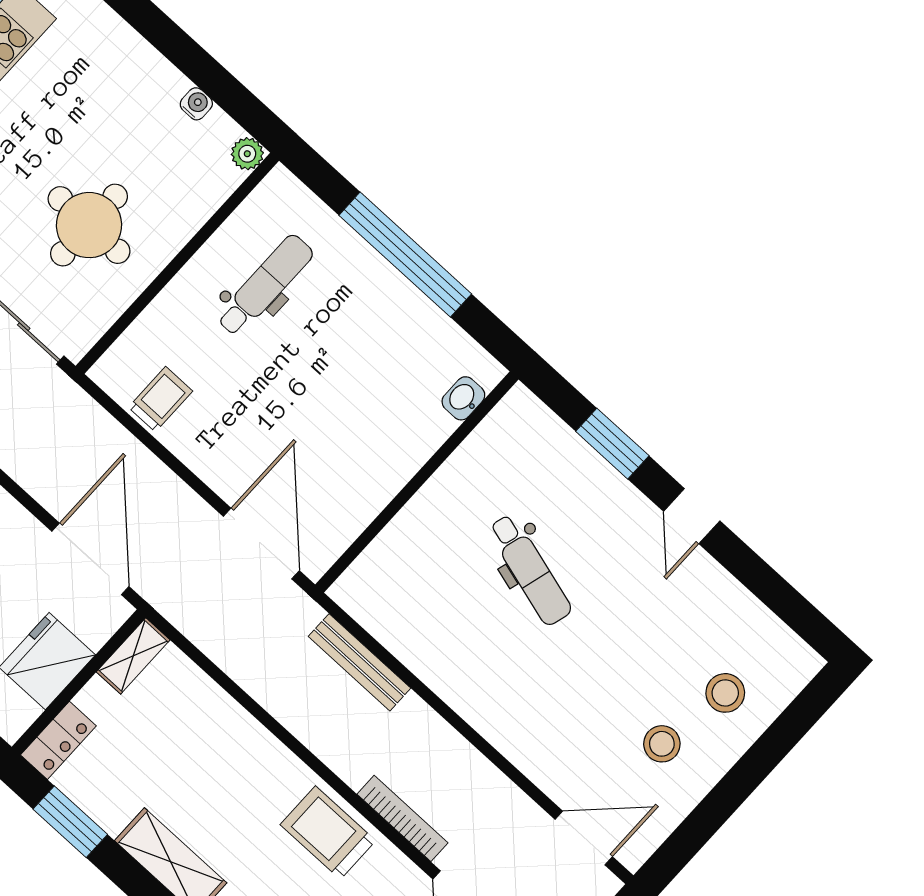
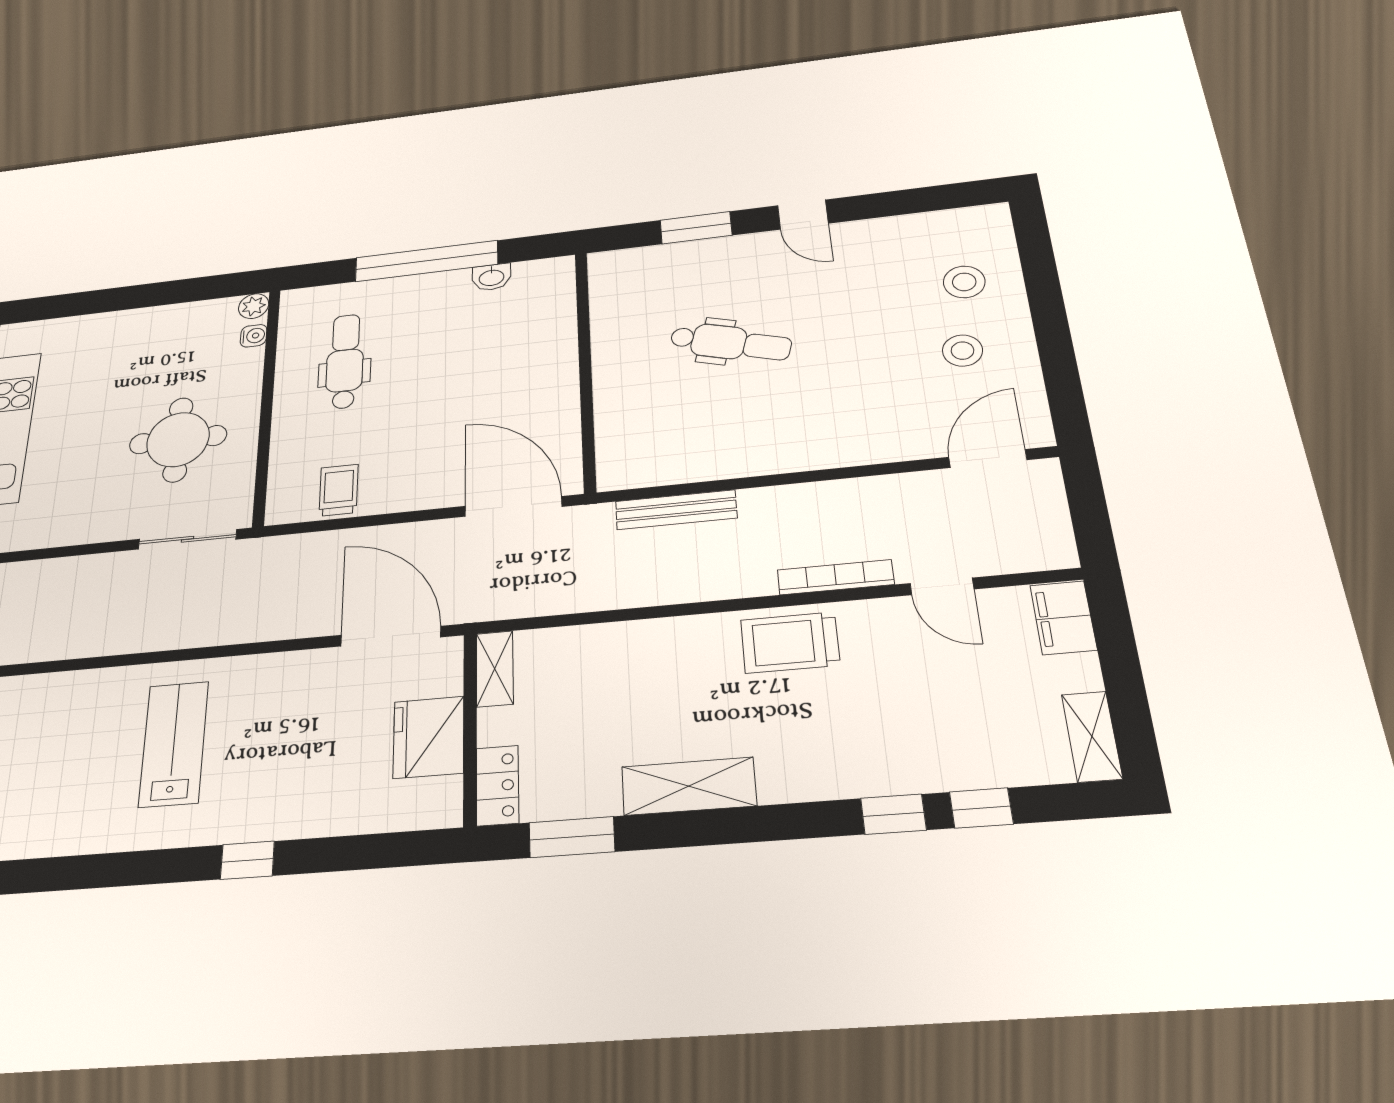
water cooler: (196, 104) -> (254, 336), moved, turned 90
washbasin: (463, 398) -> (492, 277), moved, turned -90

